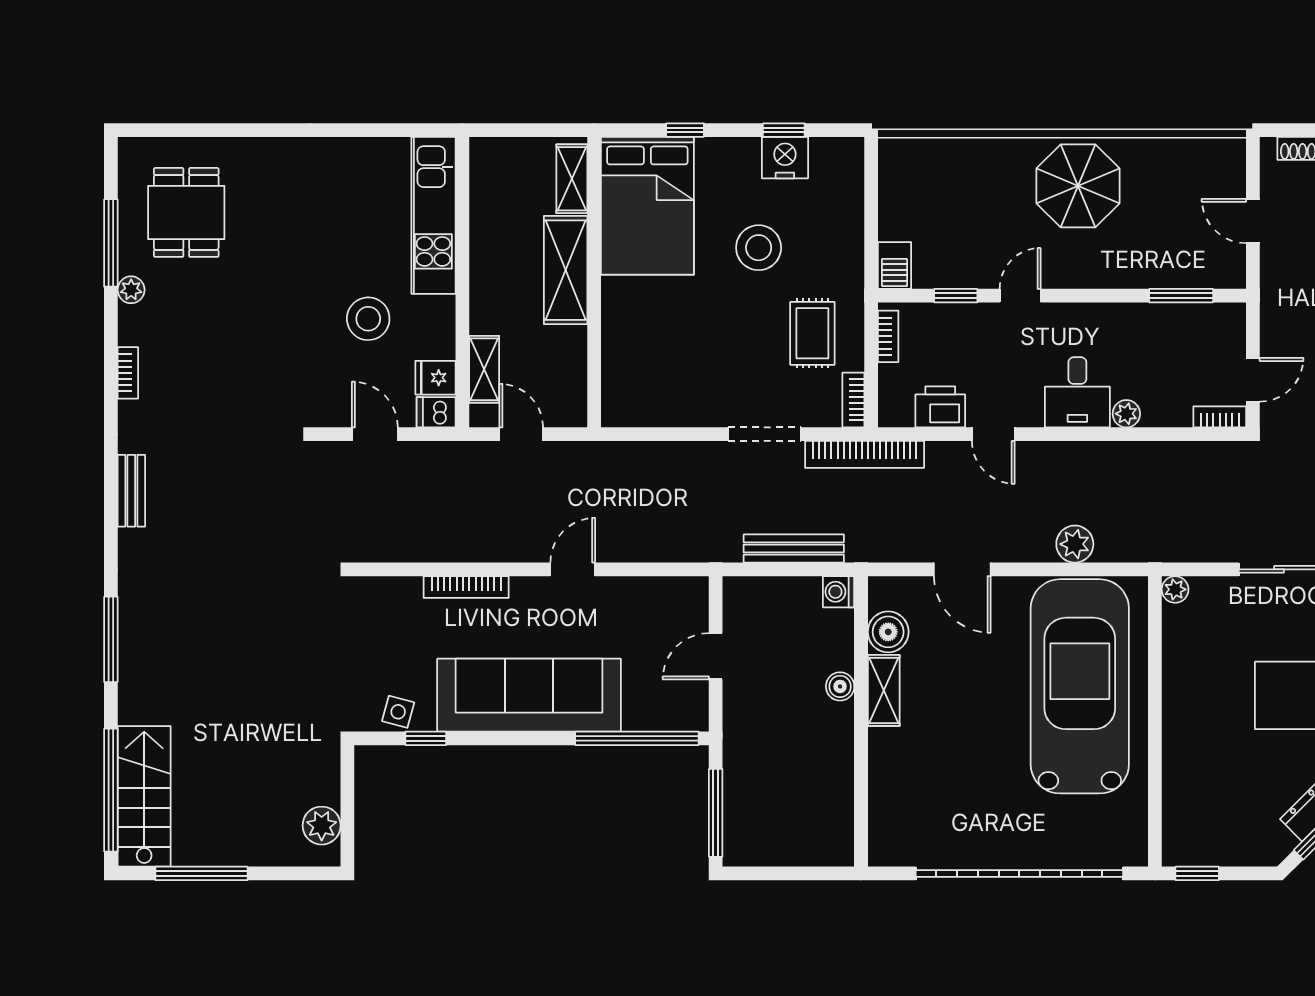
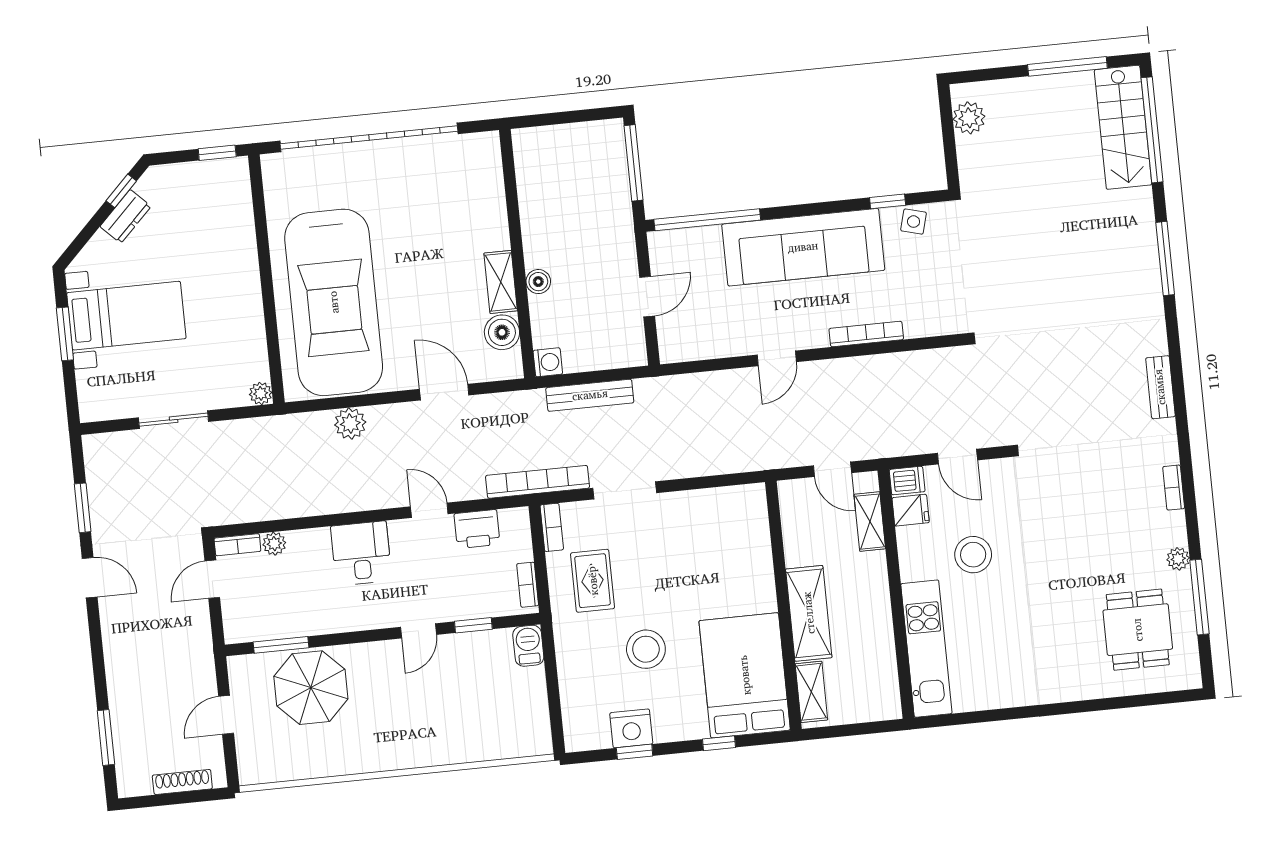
parasol: (1078, 186) -> (311, 688), moved
door: (1253, 221) -> (226, 715), swing flipped
plant: (1126, 414) -> (274, 544), moved

